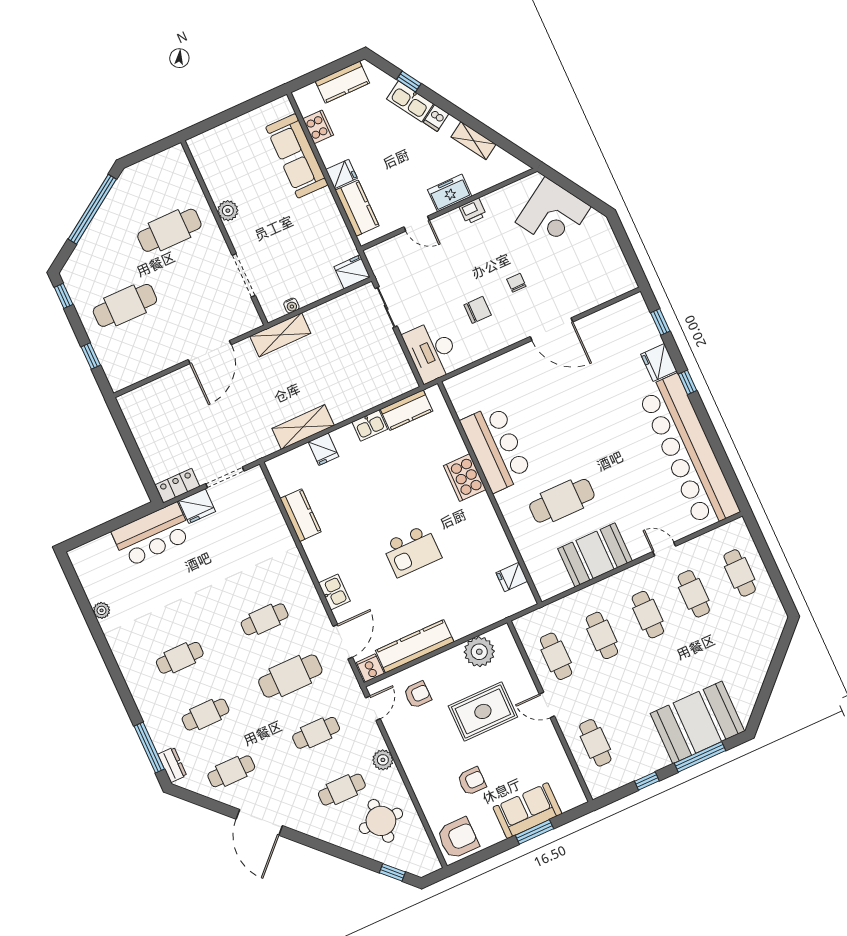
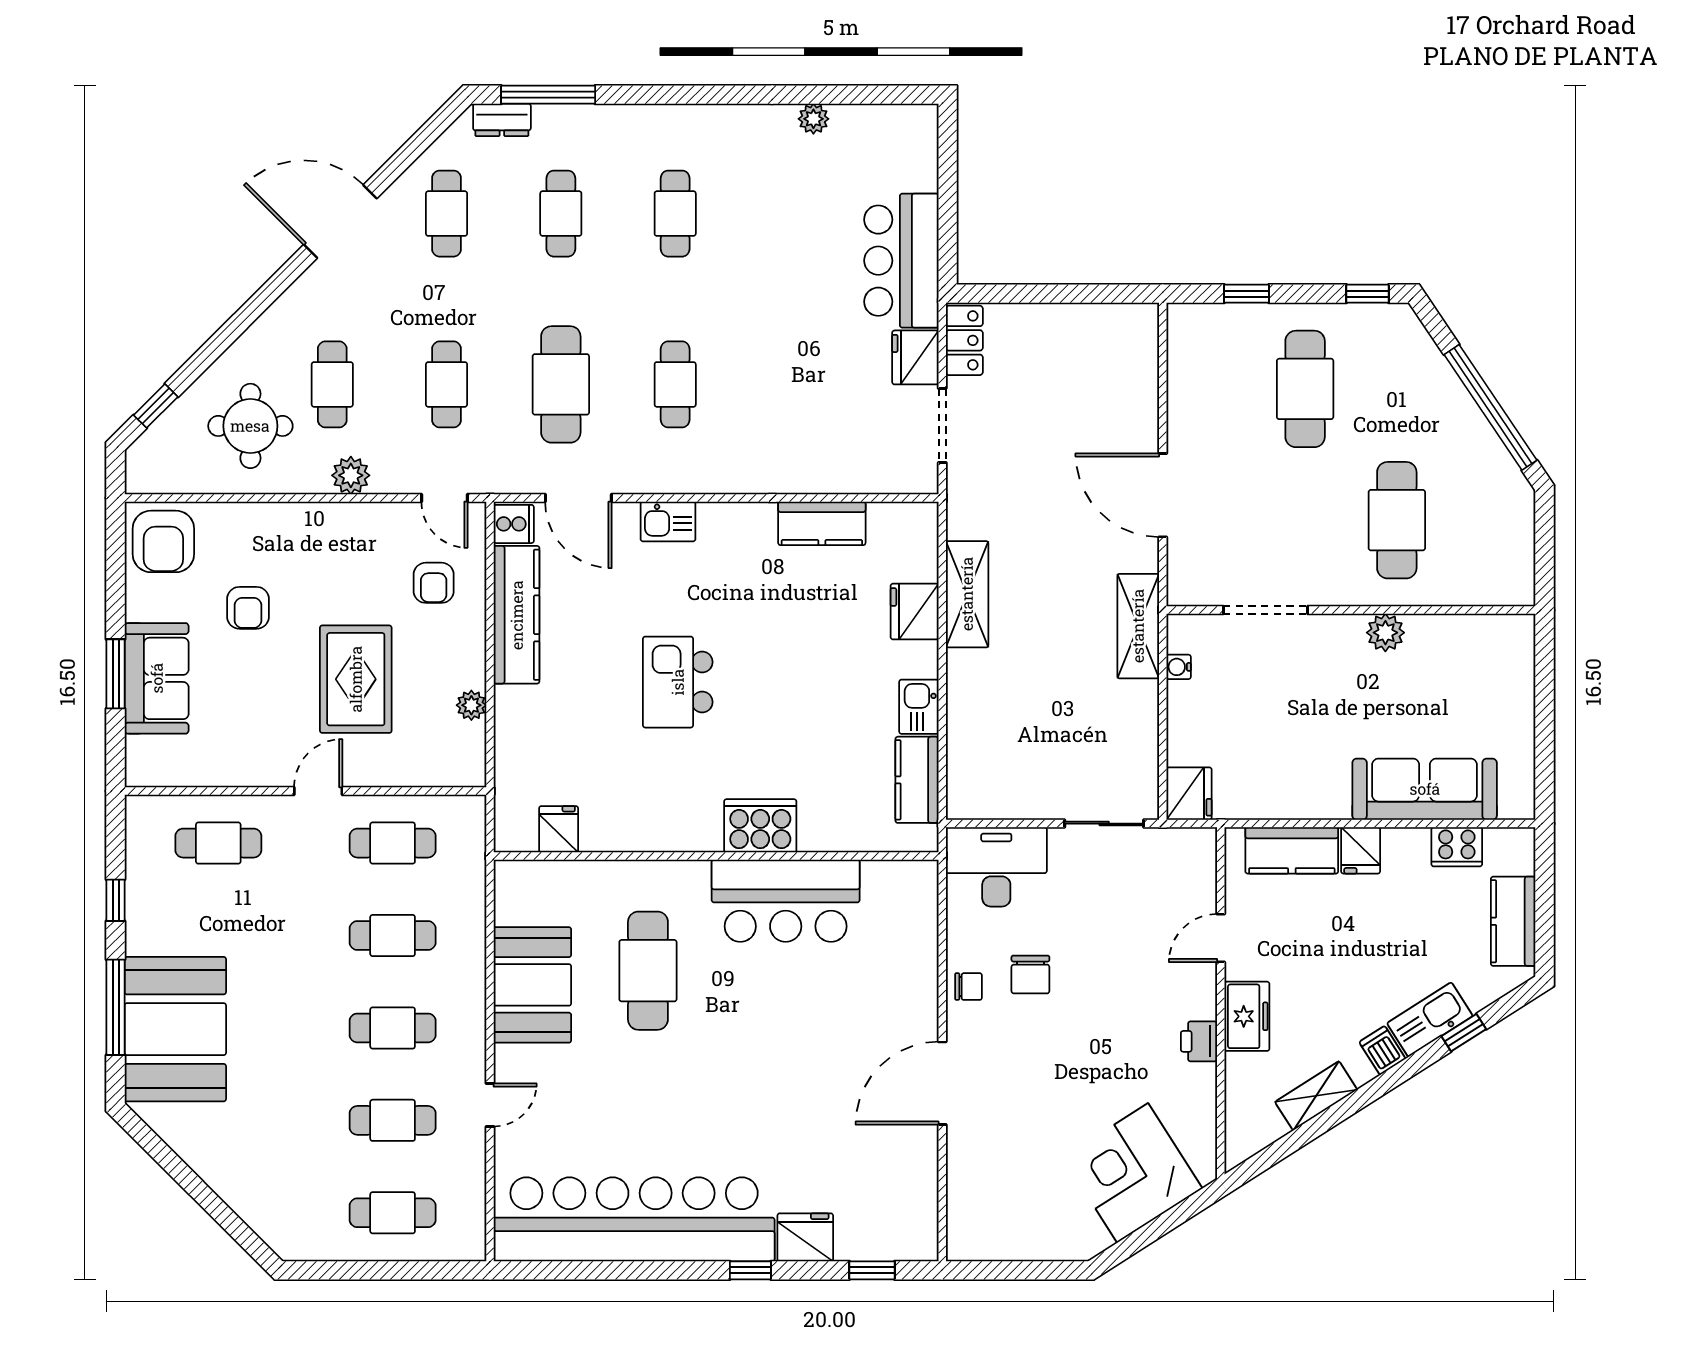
chair: (516, 283) -> (969, 987), moved
fridge: (323, 449) -> (915, 612), width x1.38
plant: (479, 652) -> (471, 705), width x0.53, depth x0.53

